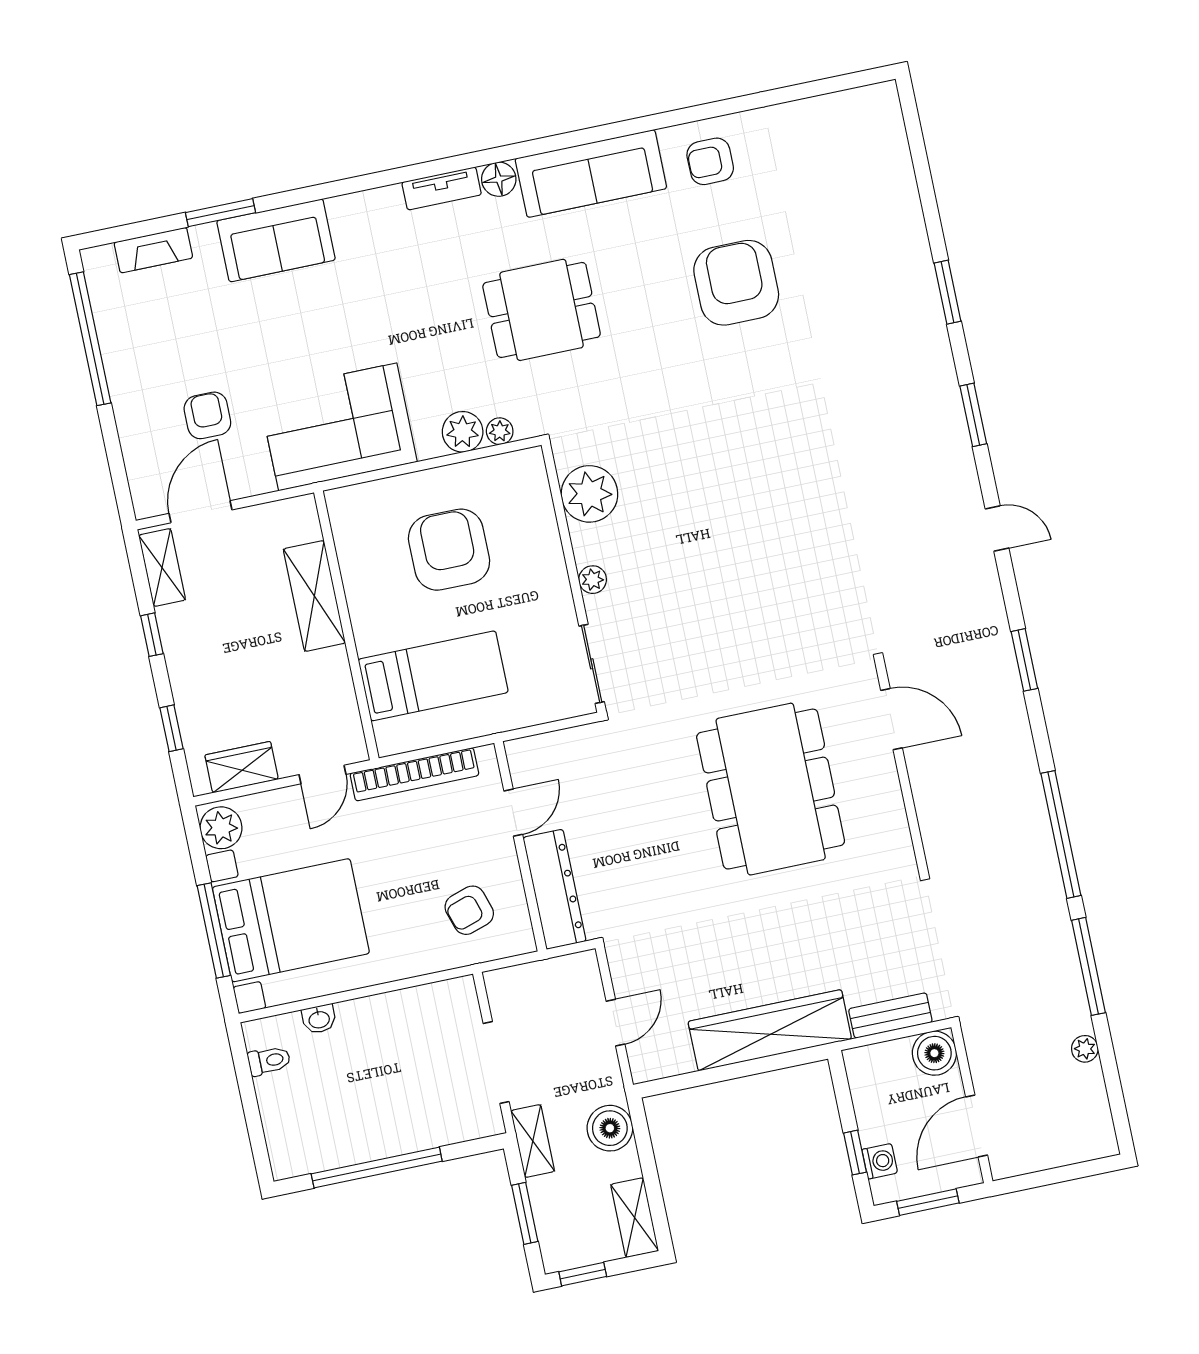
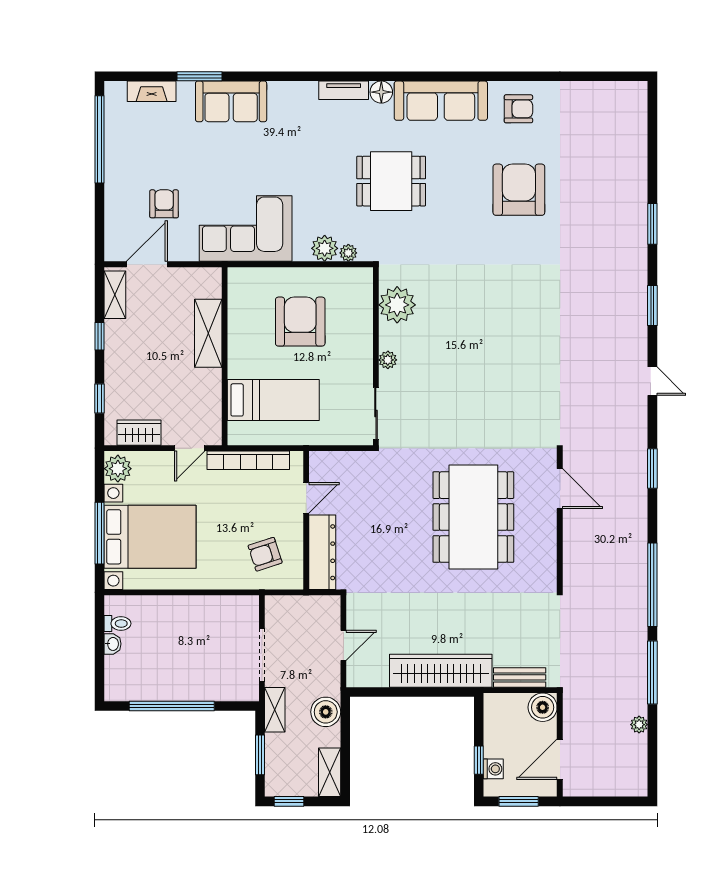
armchair: (710, 161) -> (518, 109), turned 180
washbasin: (319, 1019) -> (113, 644), moved, turned -90

